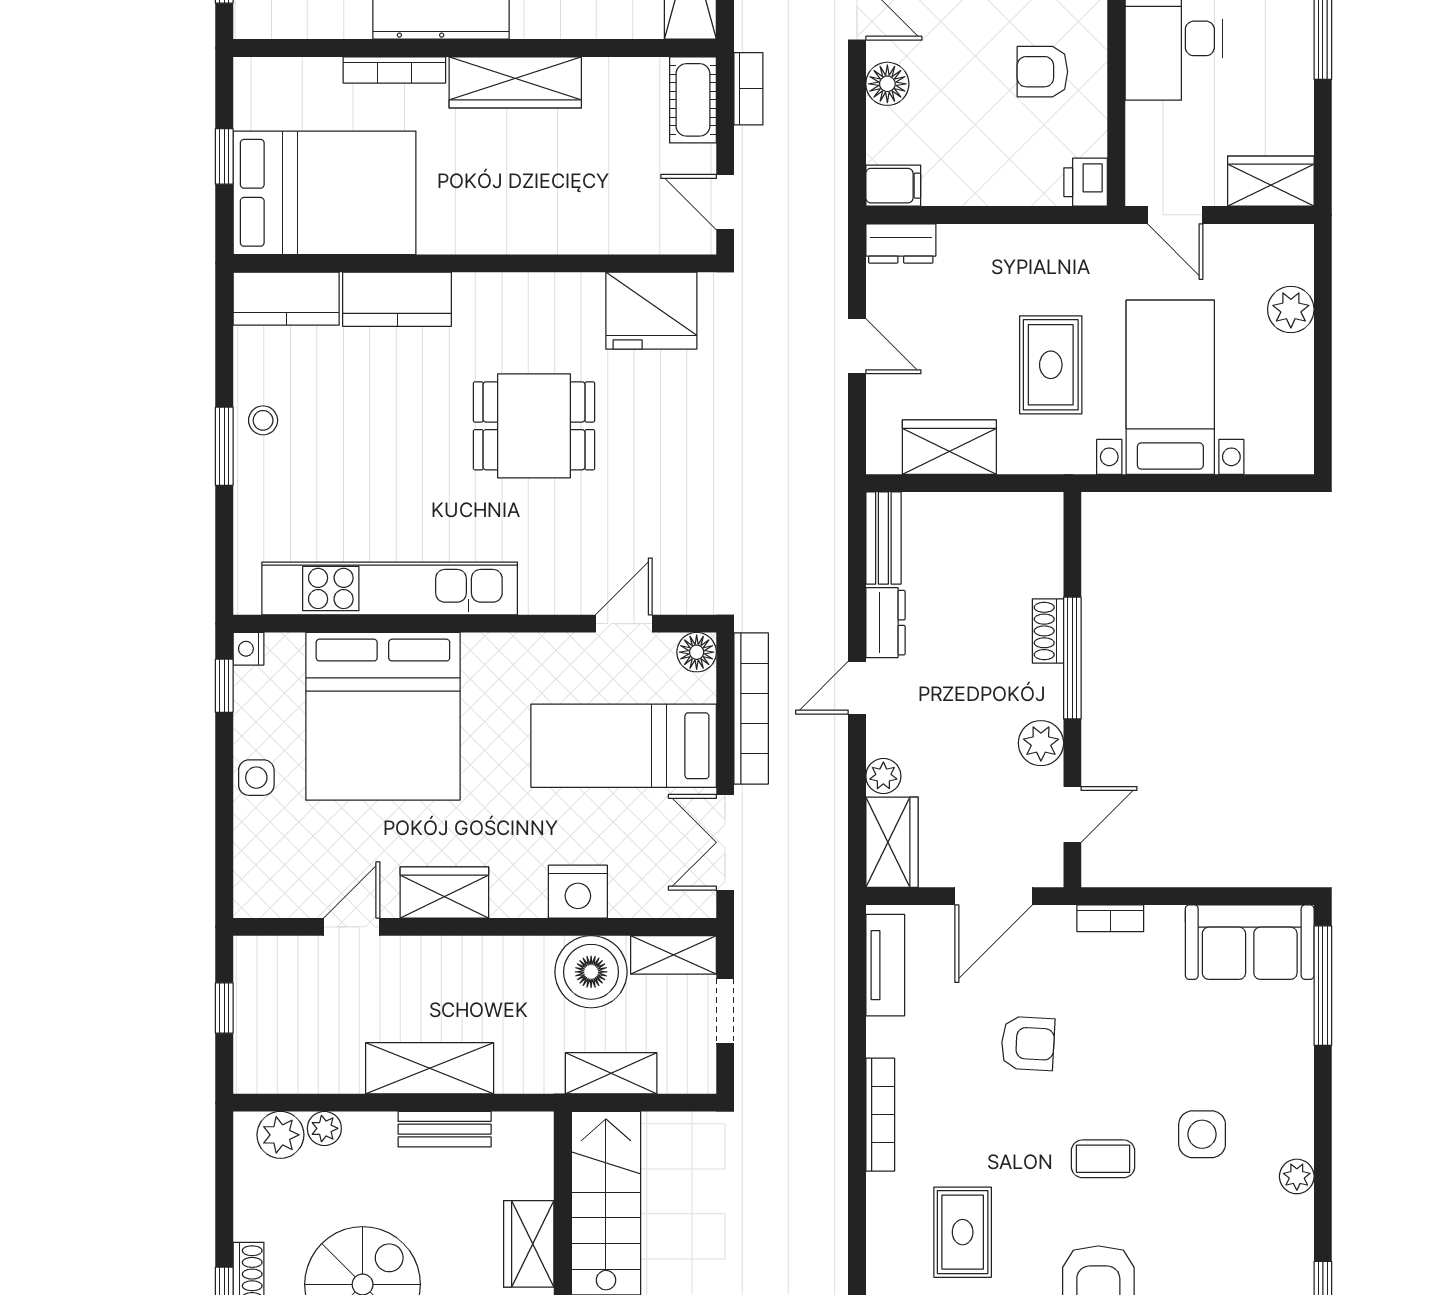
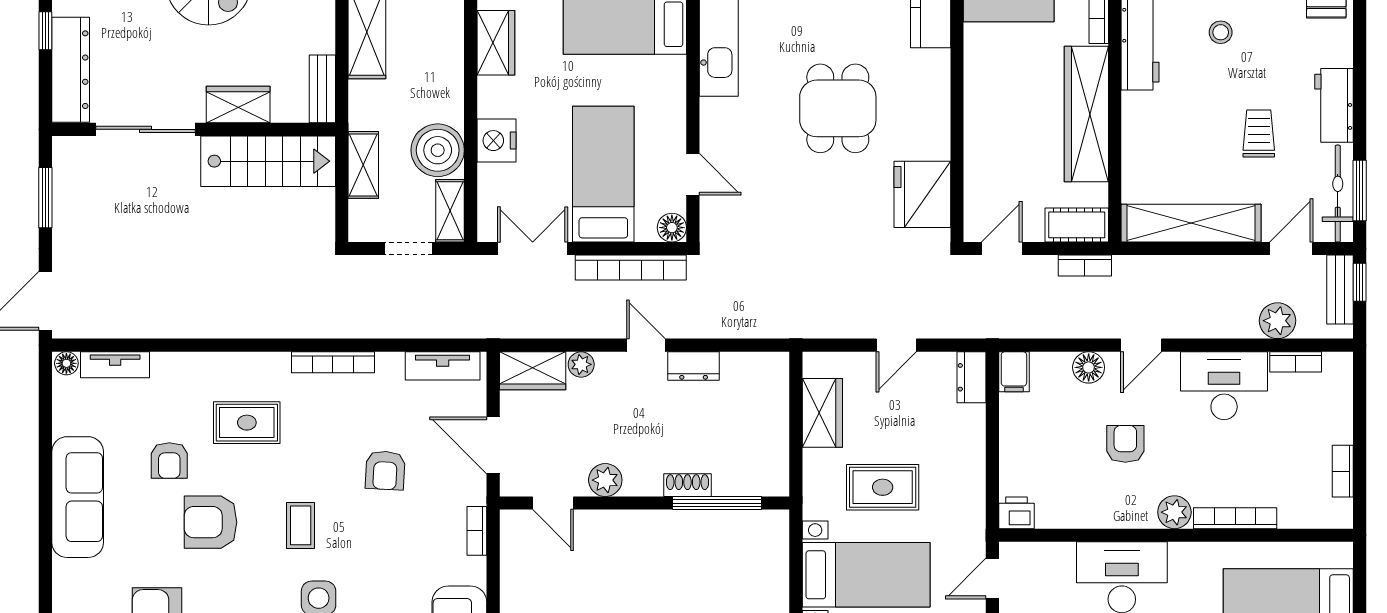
armchair: (1042, 72) -> (1125, 444), moved
wardrobe: (515, 82) -> (1086, 114), width x1.40, depth x1.17
bench: (883, 538) -> (756, 365), removed
window: (1072, 658) -> (717, 503), moved
bench: (445, 1129) -> (322, 89), moved

